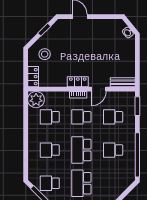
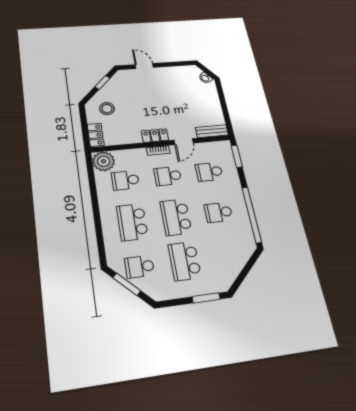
school desk: (50, 150) -> (132, 222), width x1.85

